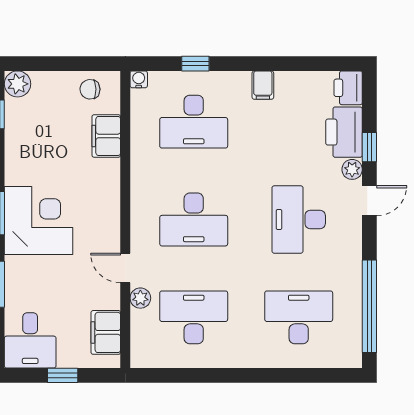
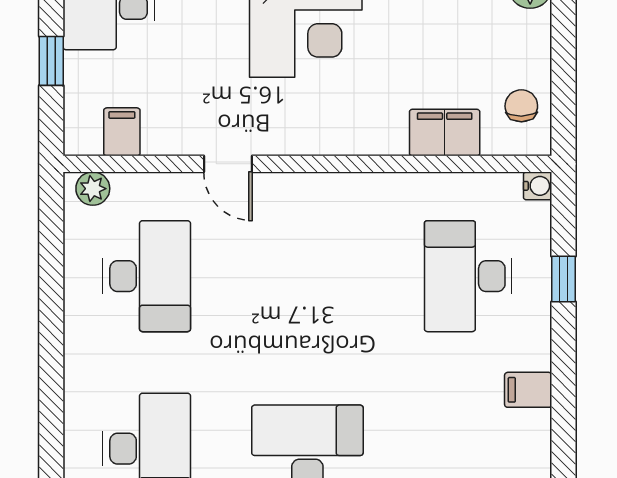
desk: (194, 219) -> (307, 276), removed
door: (125, 268) -> (228, 164), swing flipped
plant: (140, 298) -> (93, 189), moved
filing cabinet: (106, 332) -> (122, 132), width x0.50

